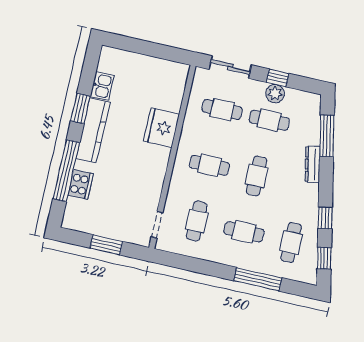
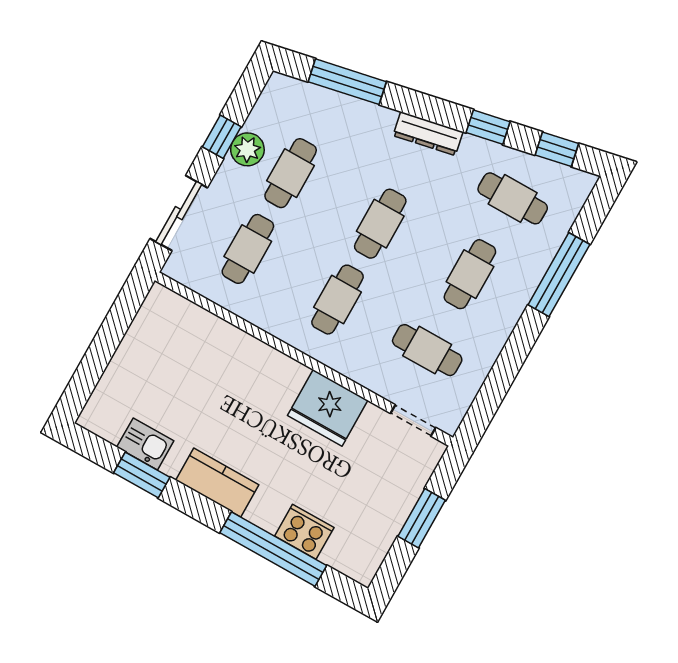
window: (80, 108) -> (142, 475), moved
fridge: (161, 128) -> (328, 408), moved
kitchen counter: (93, 130) -> (217, 482), width x0.67
dresser: (313, 164) -> (428, 134), moved
cafe table: (257, 176) -> (380, 224), turned 90

